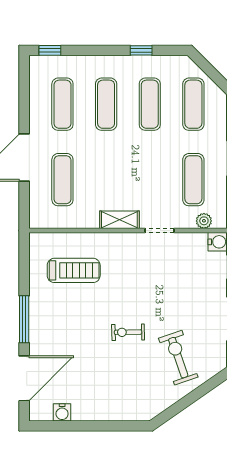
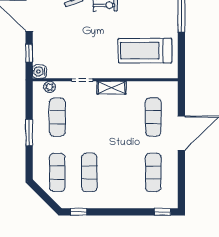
window: (141, 50) -> (79, 212), moved
exercise mat: (106, 104) -> (121, 172), removed
treadmill: (74, 270) -> (145, 51), width x1.37, depth x1.38

